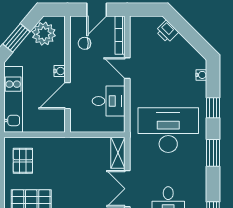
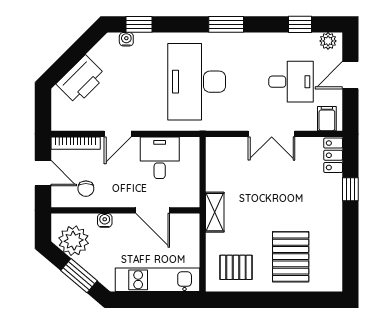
printer: (167, 31) -> (81, 80), width x1.87, depth x1.48
water cooler: (60, 71) -> (105, 220), moved
window: (213, 108) -> (139, 24), moved
shelving: (118, 153) -> (215, 212), moved, turned 90

